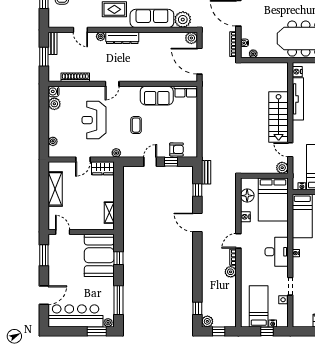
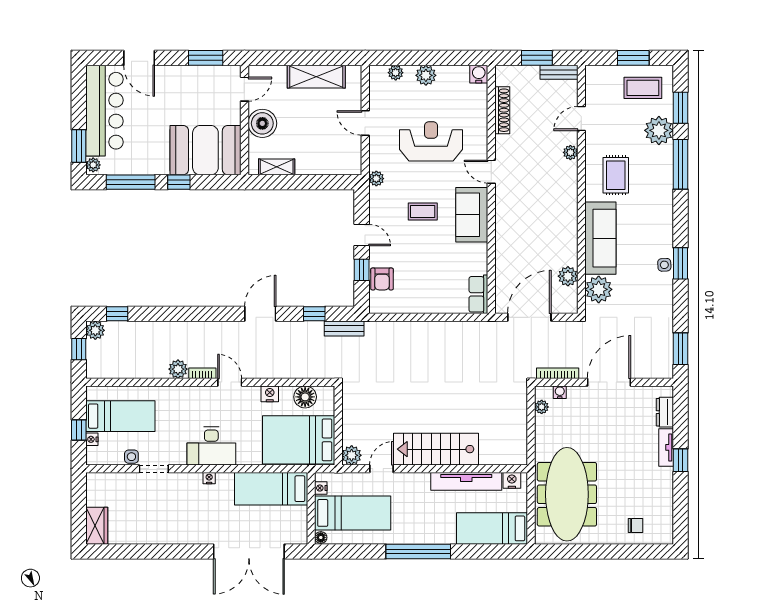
dresser: (122, 38) -> (568, 188), removed
plant: (191, 38) -> (568, 276), moved
sofa: (157, 96) -> (472, 215), moved
plant: (54, 104) -> (426, 75), moved
wardrobe: (103, 168) -> (351, 156), removed
boiler: (83, 221) -> (262, 123), added
window: (118, 258) -> (179, 182), moved

